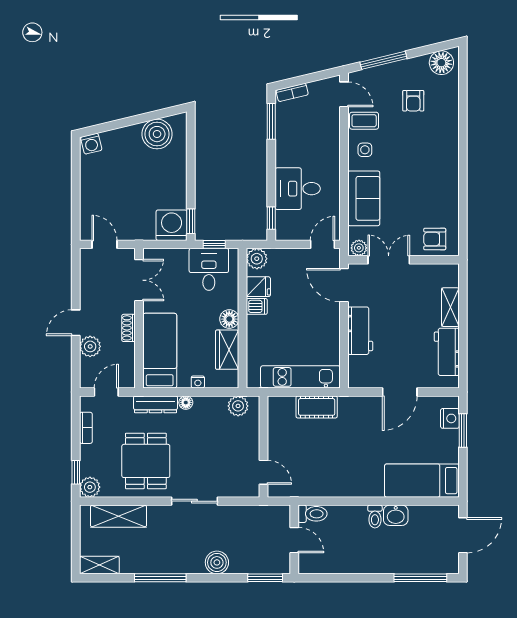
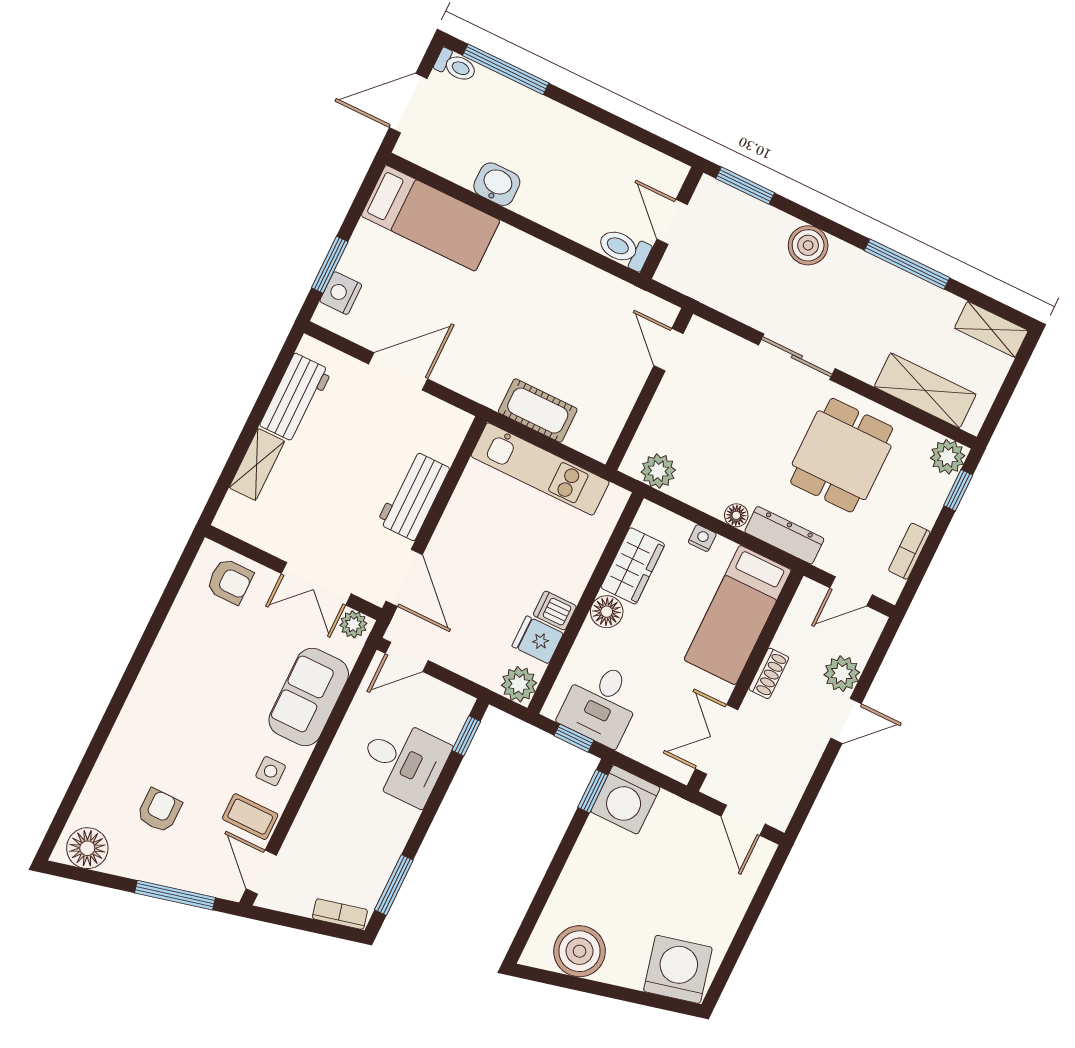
washing machine: (91, 144) -> (678, 969), width x1.89, depth x1.89
toilet: (375, 517) -> (456, 66), moved, turned 90

